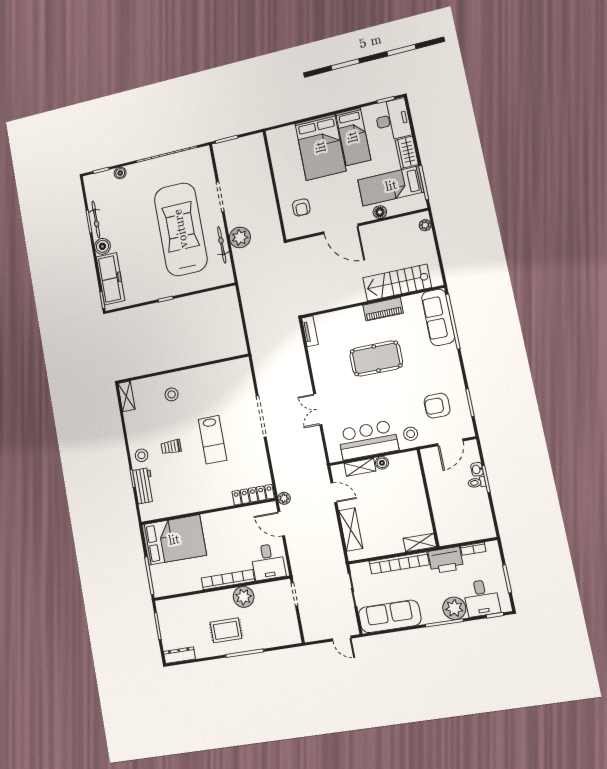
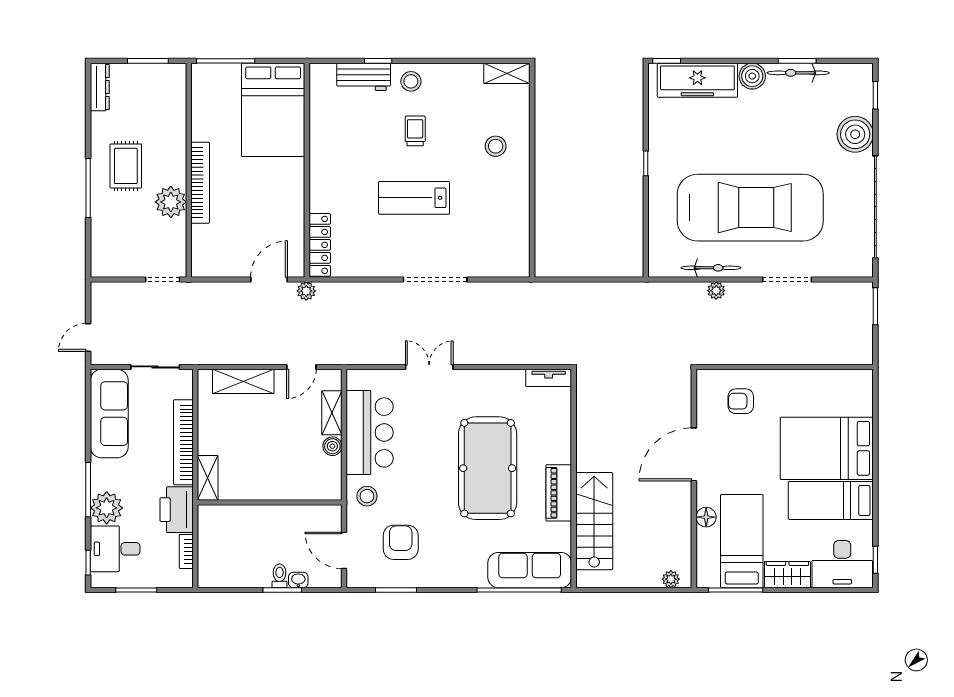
boiler: (120, 173) -> (855, 134), width x1.86, depth x1.86
plant: (240, 237) -> (716, 291), width x0.53, depth x0.53
pool table: (376, 358) -> (488, 468), width x1.36, depth x1.32
desk: (268, 562) -> (217, 249), removed

